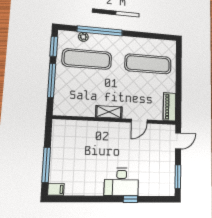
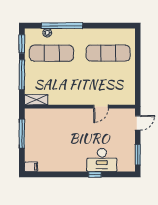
piano: (169, 107) -> (129, 92), removed
shelving: (109, 112) -> (36, 100), moved
window: (46, 165) -> (22, 134), moved
desk: (121, 182) -> (102, 160), moved

